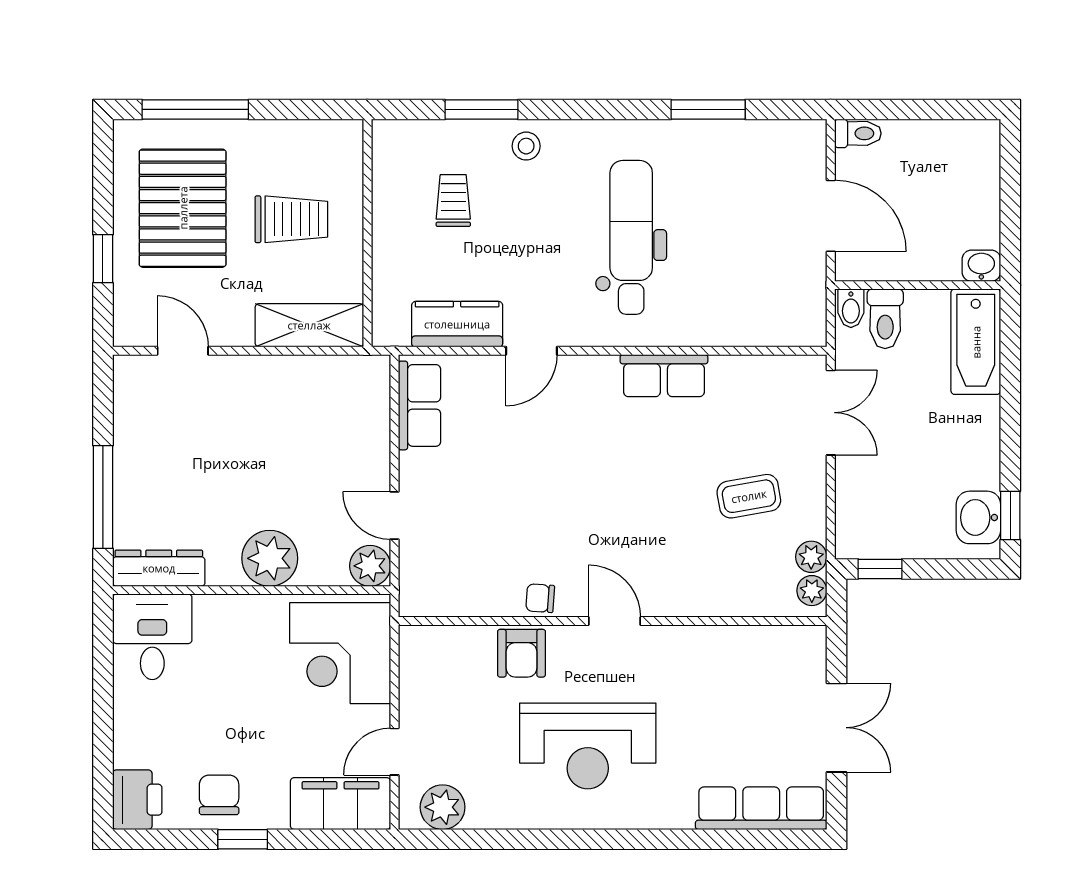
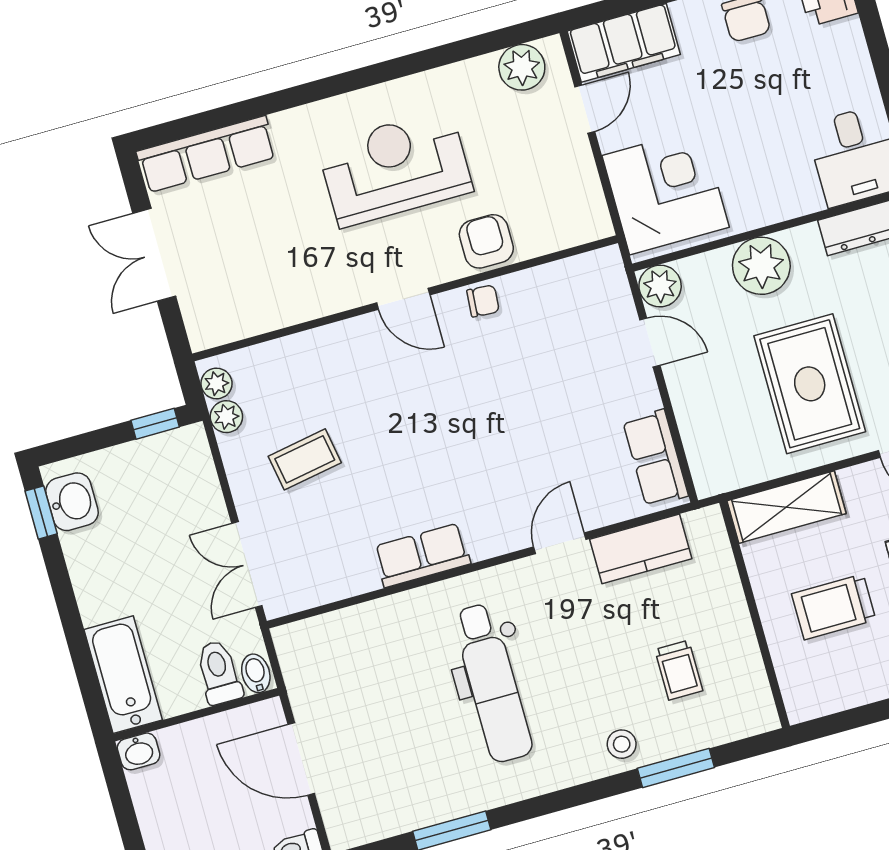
rug: (255, 435) -> (810, 384), added

